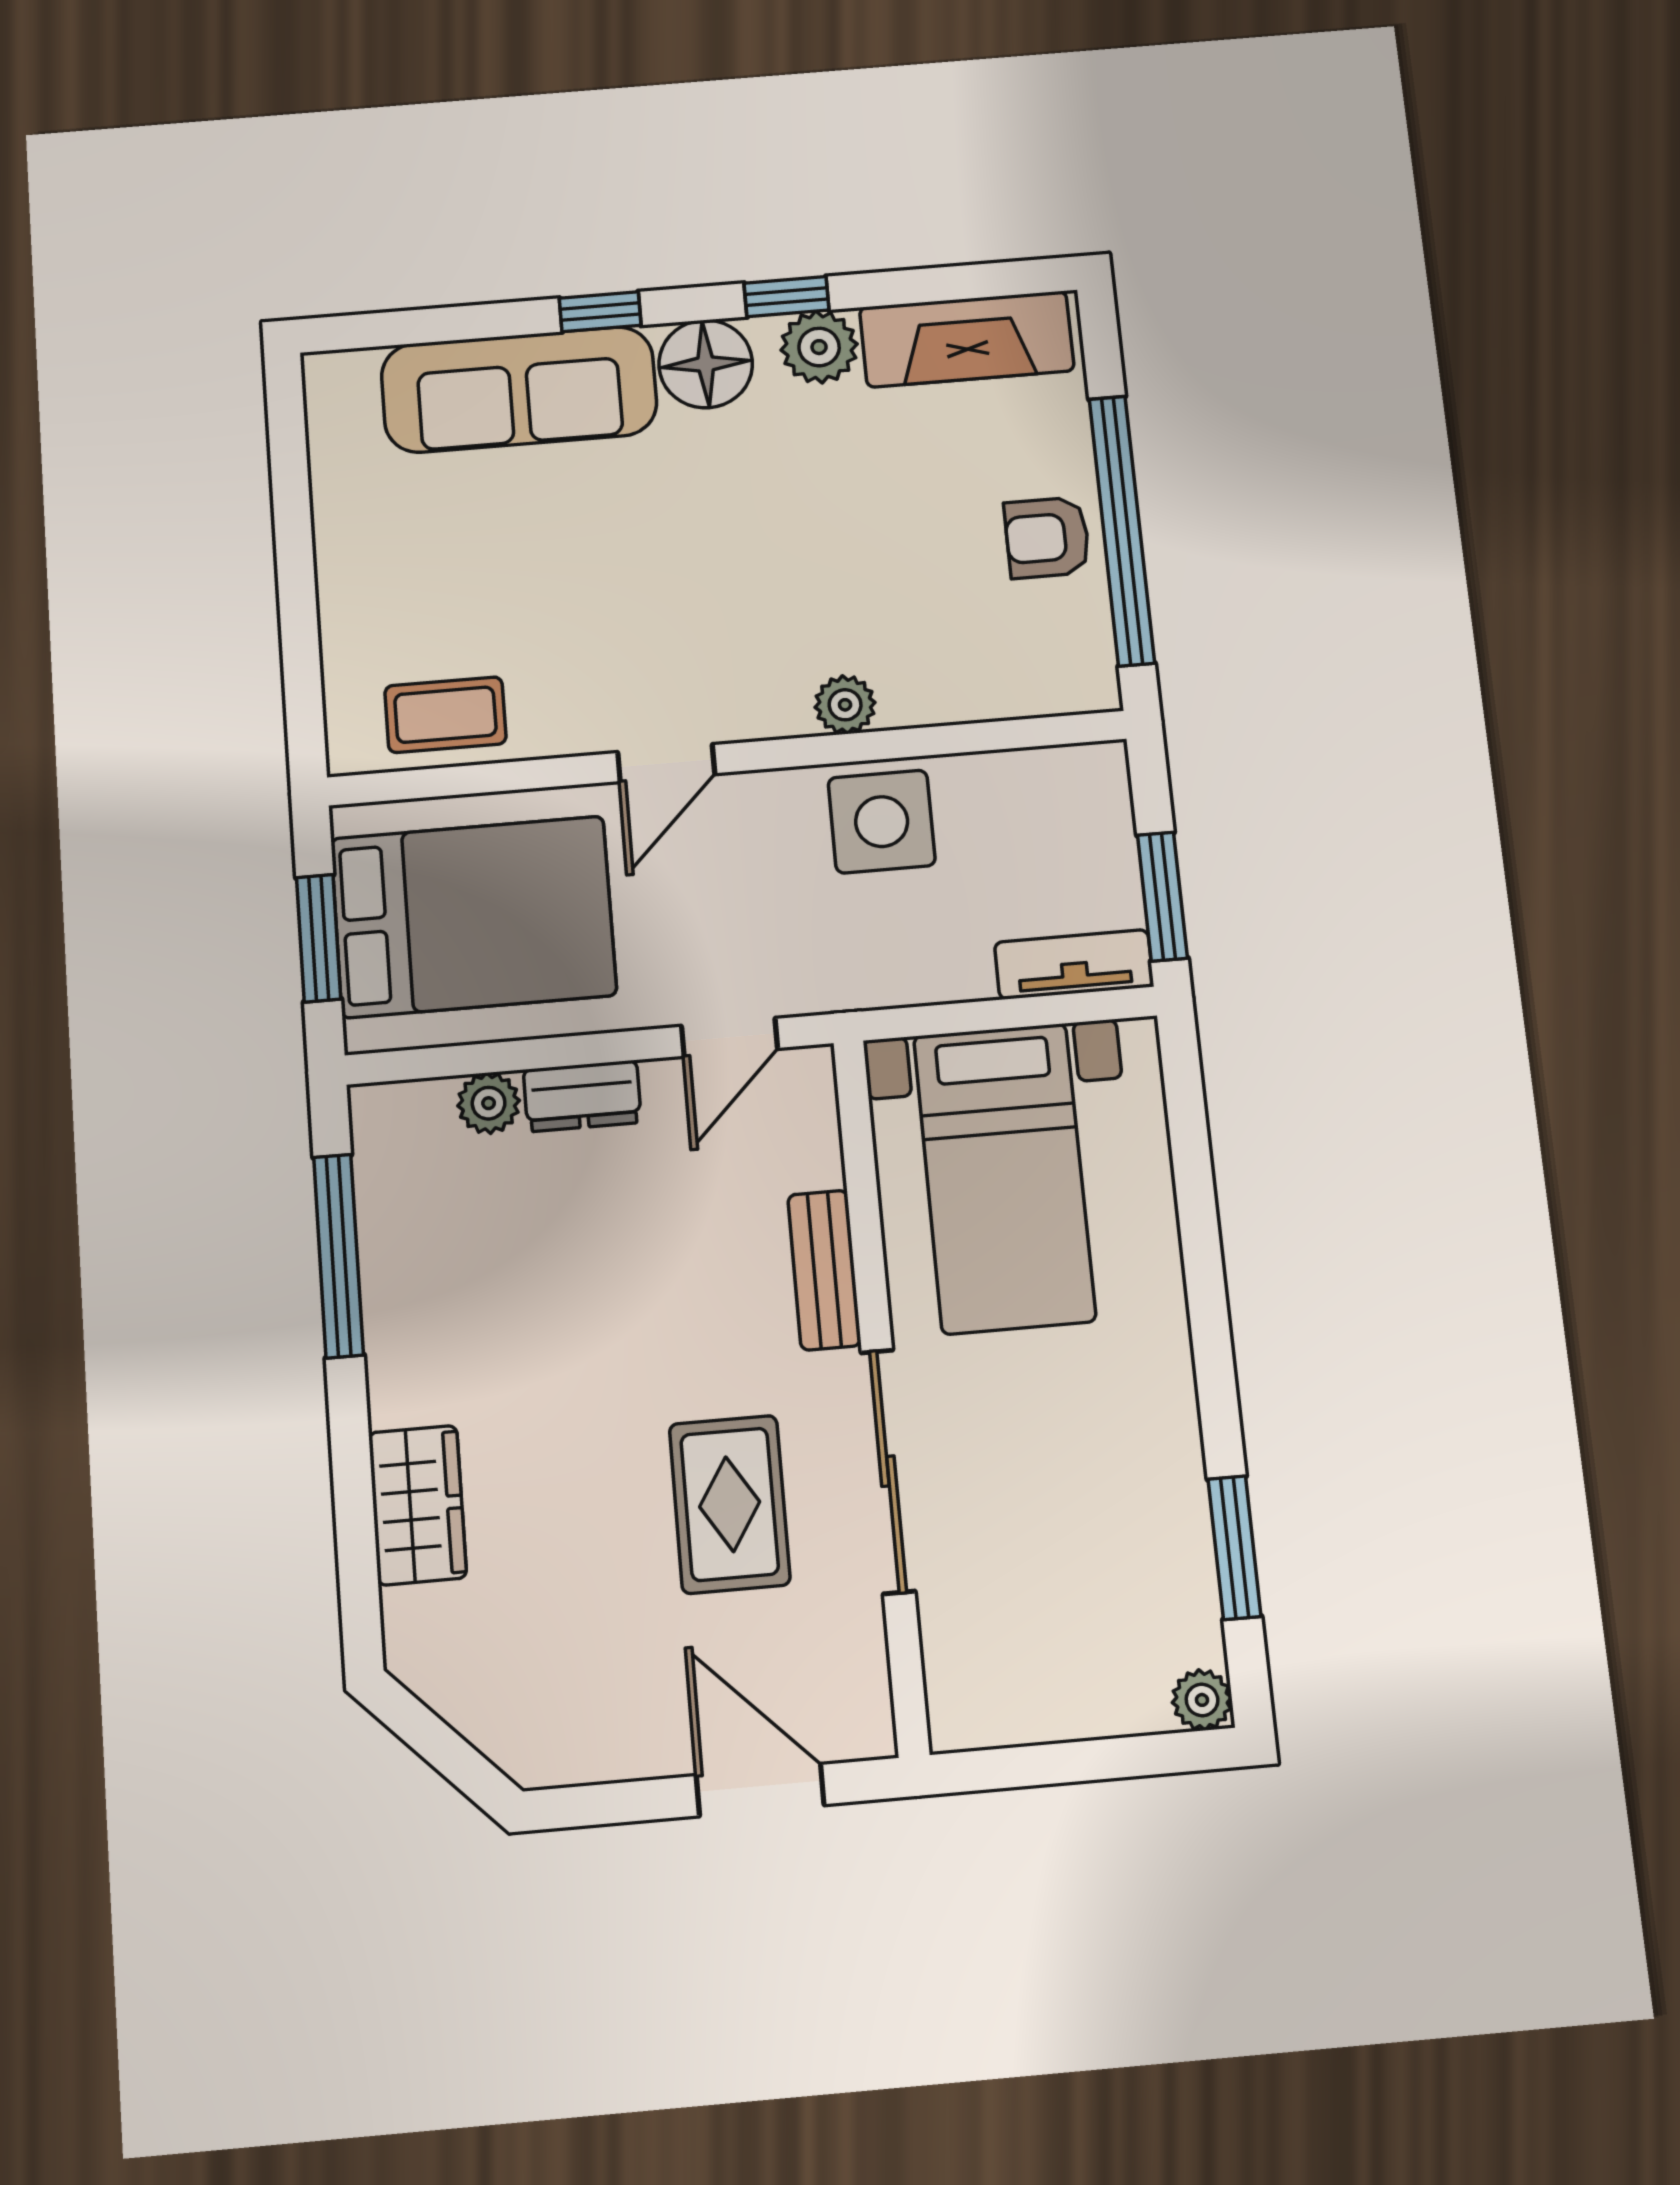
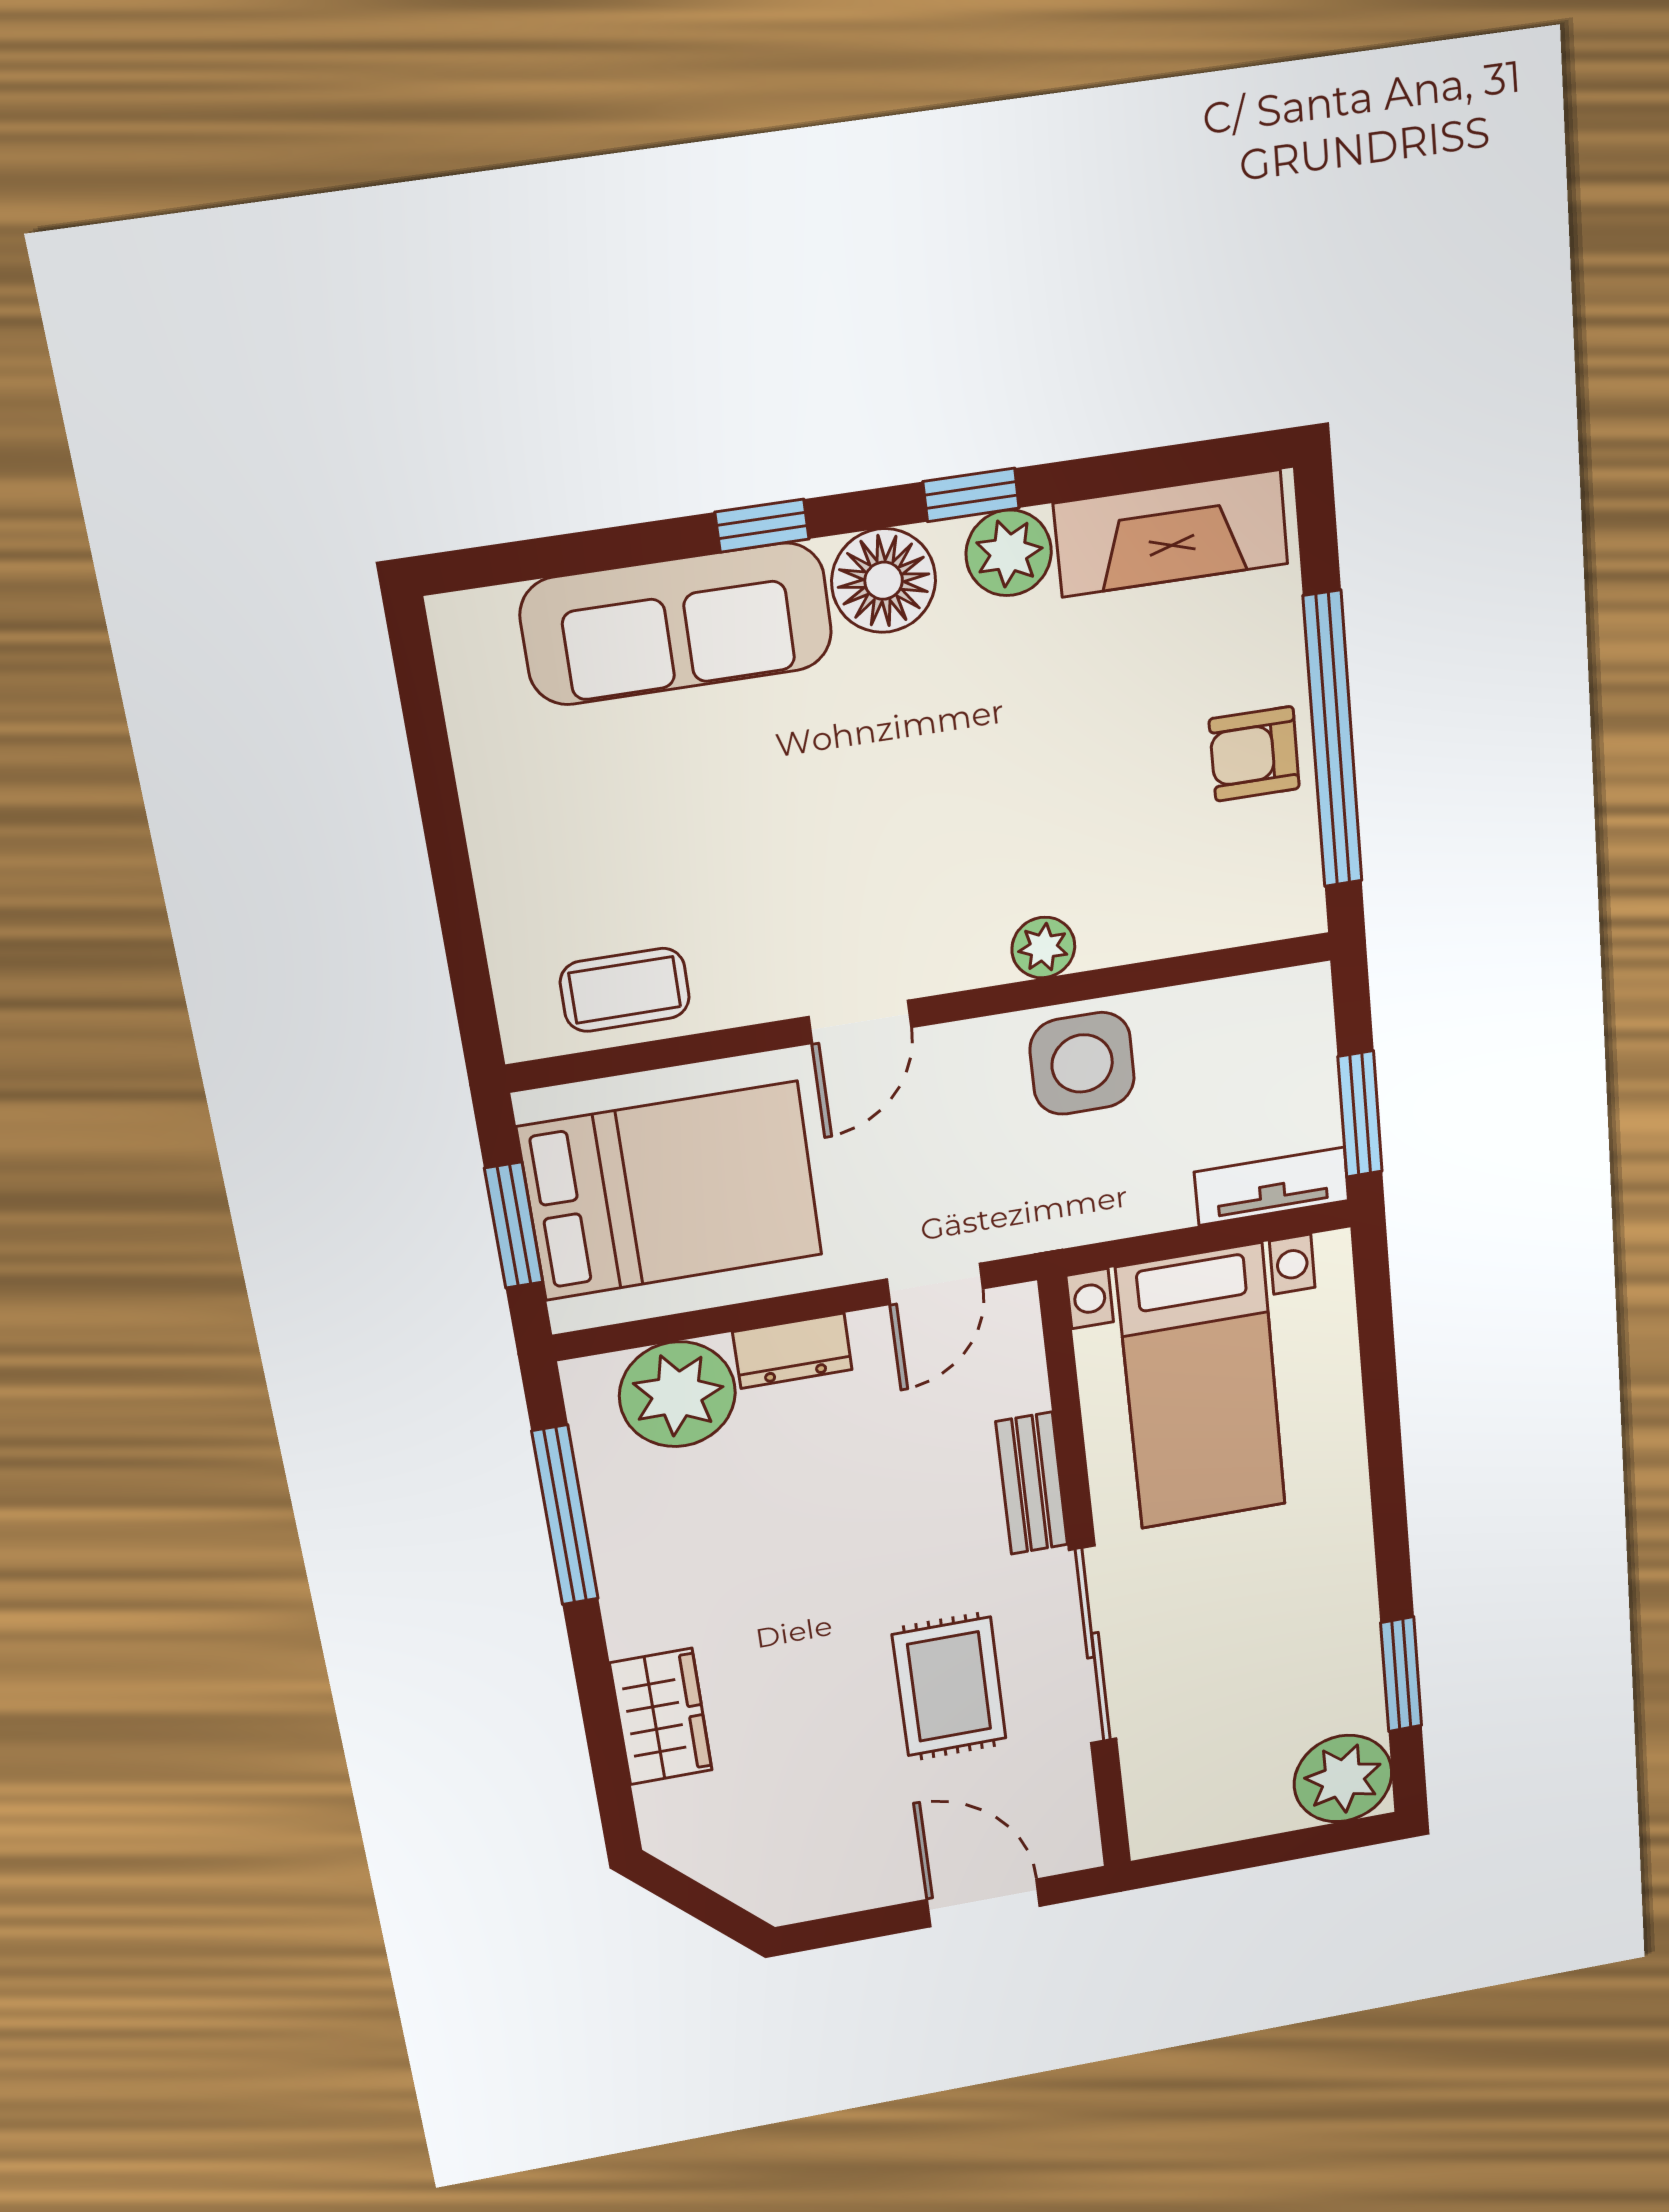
plant: (489, 1103) -> (677, 1394), width x1.87, depth x1.87
plant: (1202, 1700) -> (1343, 1779), width x1.87, depth x1.87

